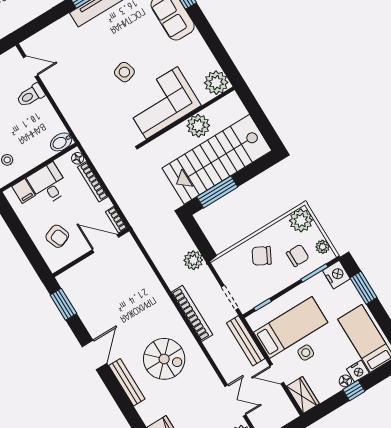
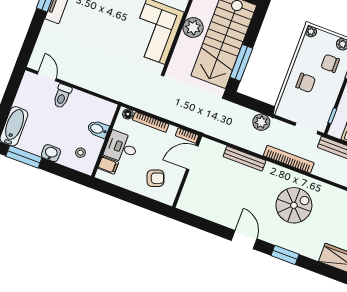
door: (31, 66) -> (47, 76), hinge flipped
side table: (124, 72) -> (114, 30), removed
bidet: (61, 142) -> (98, 129), moved, turned 90
plant: (301, 220) -> (311, 32), width x0.53, depth x0.53
chair: (262, 256) -> (306, 83), turned -118
chair: (298, 256) -> (330, 63), turned -90
window: (63, 304) -> (285, 255), moved
bench: (127, 382) -> (245, 159), moved

